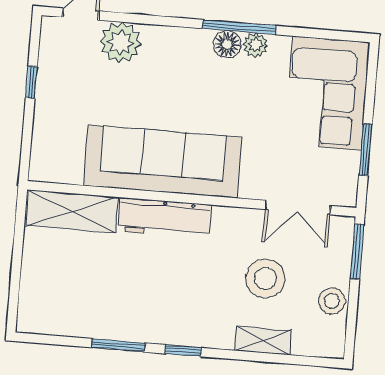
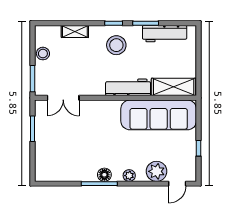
plant: (256, 45) -> (129, 176), moved
corner sofa: (327, 93) -> (54, 155), removed
sofa: (163, 161) -> (159, 115), moved
double door: (298, 208) -> (63, 98), swing flipped
stool: (265, 278) -> (116, 45), moved
workbench: (81, 321) -> (165, 34), added

